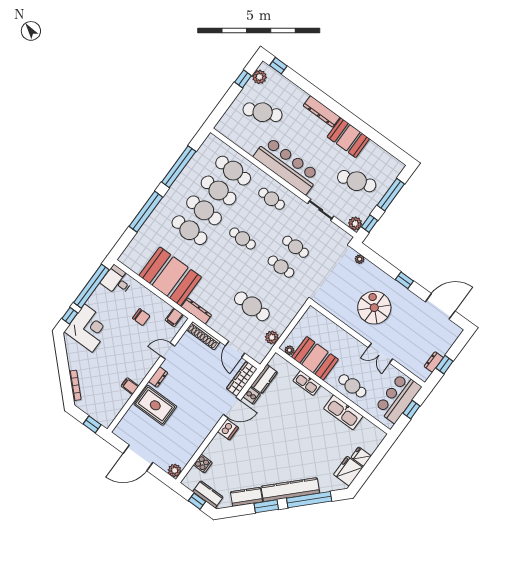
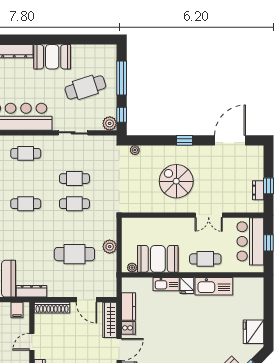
plant: (272, 337) -> (110, 247), moved
fridge: (361, 457) -> (187, 285), moved, turned -90

